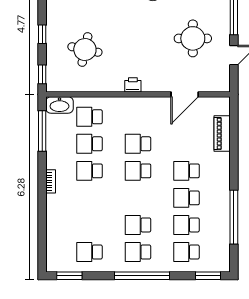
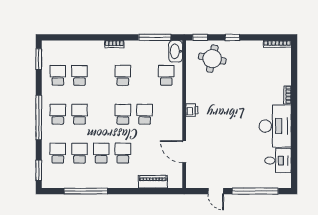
round table: (193, 38) -> (229, 158), removed
round table: (85, 50) -> (212, 59), moved
school desk: (90, 144) -> (79, 75), moved

